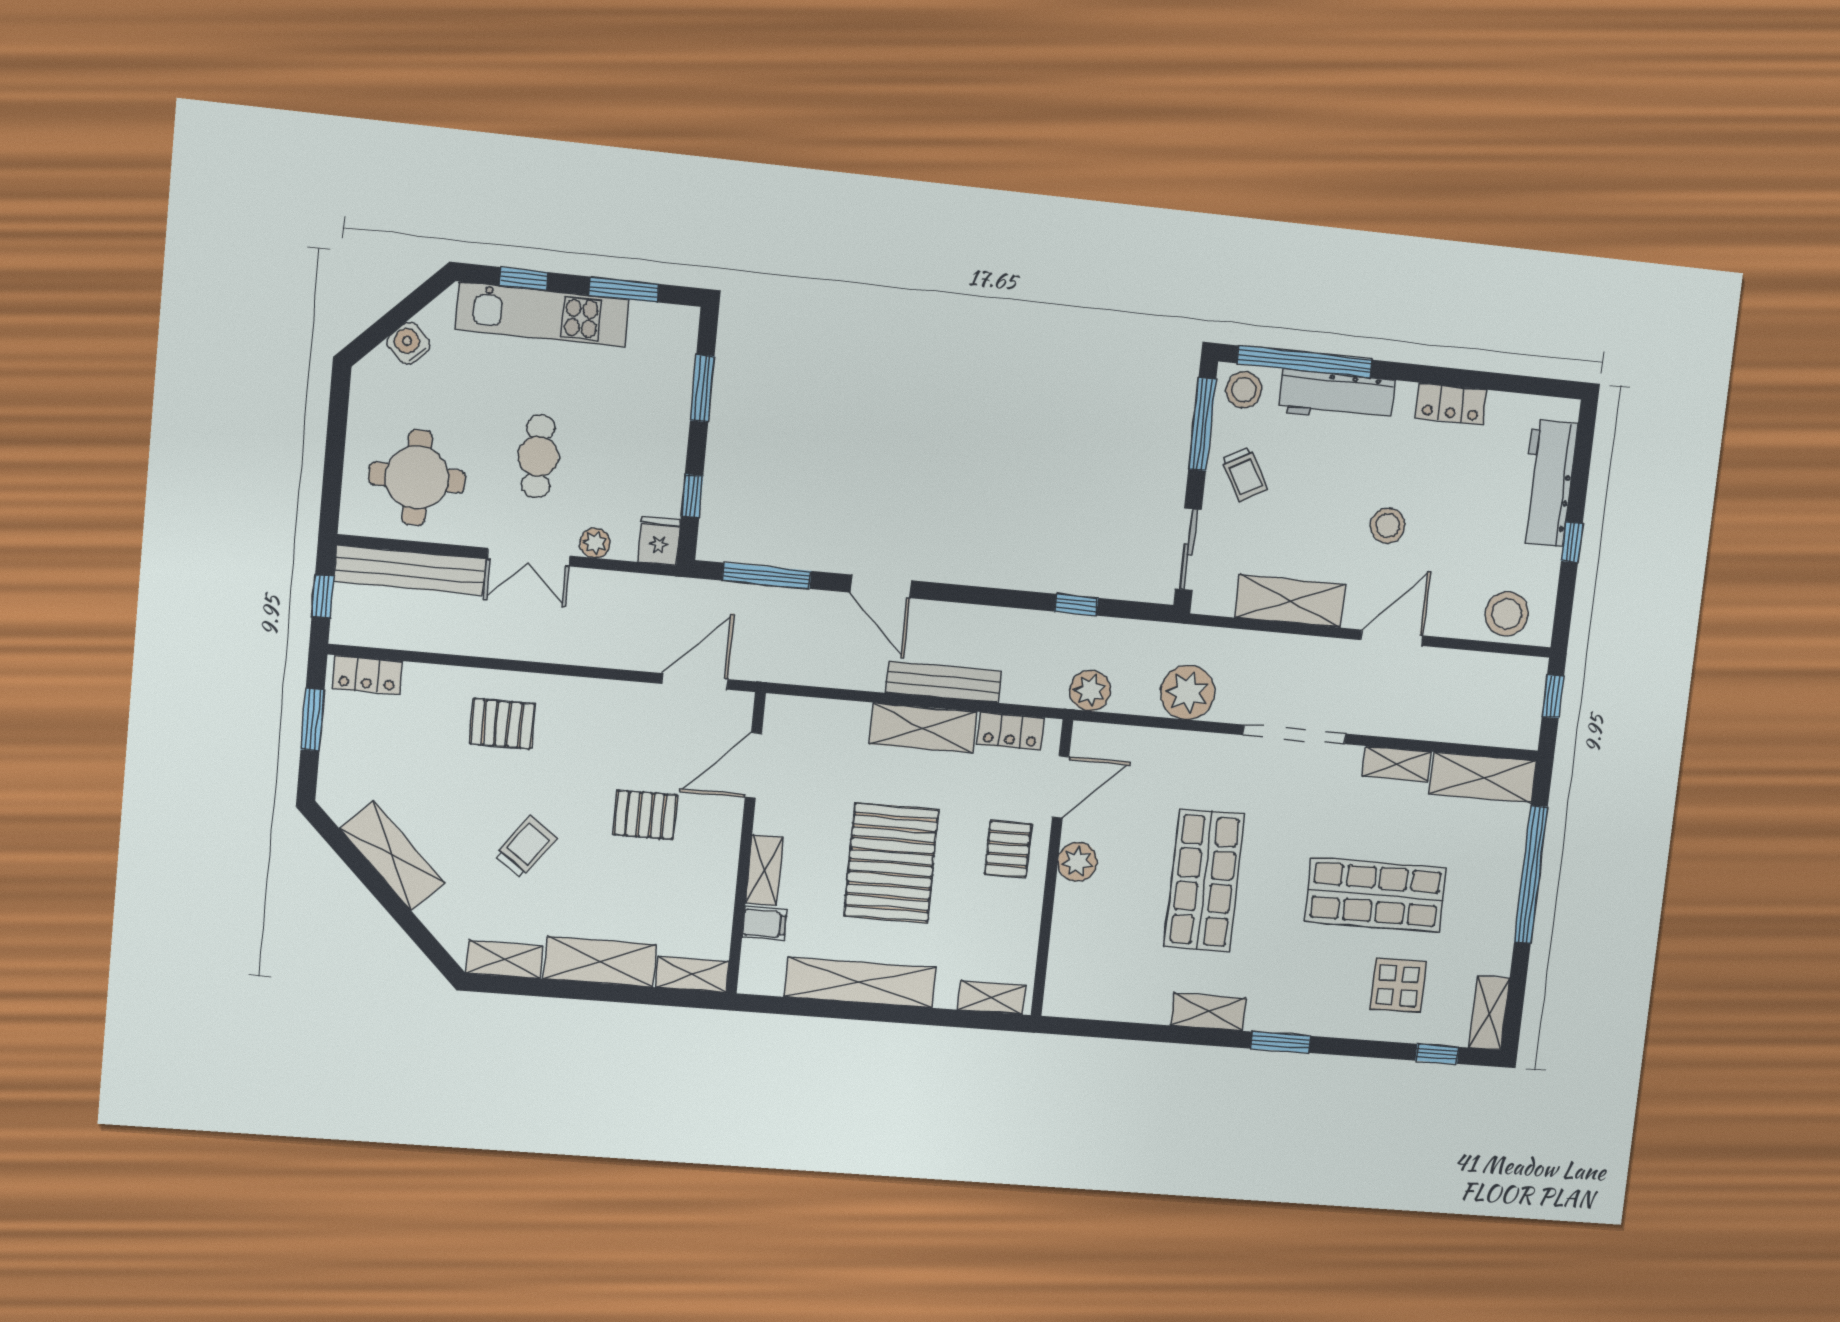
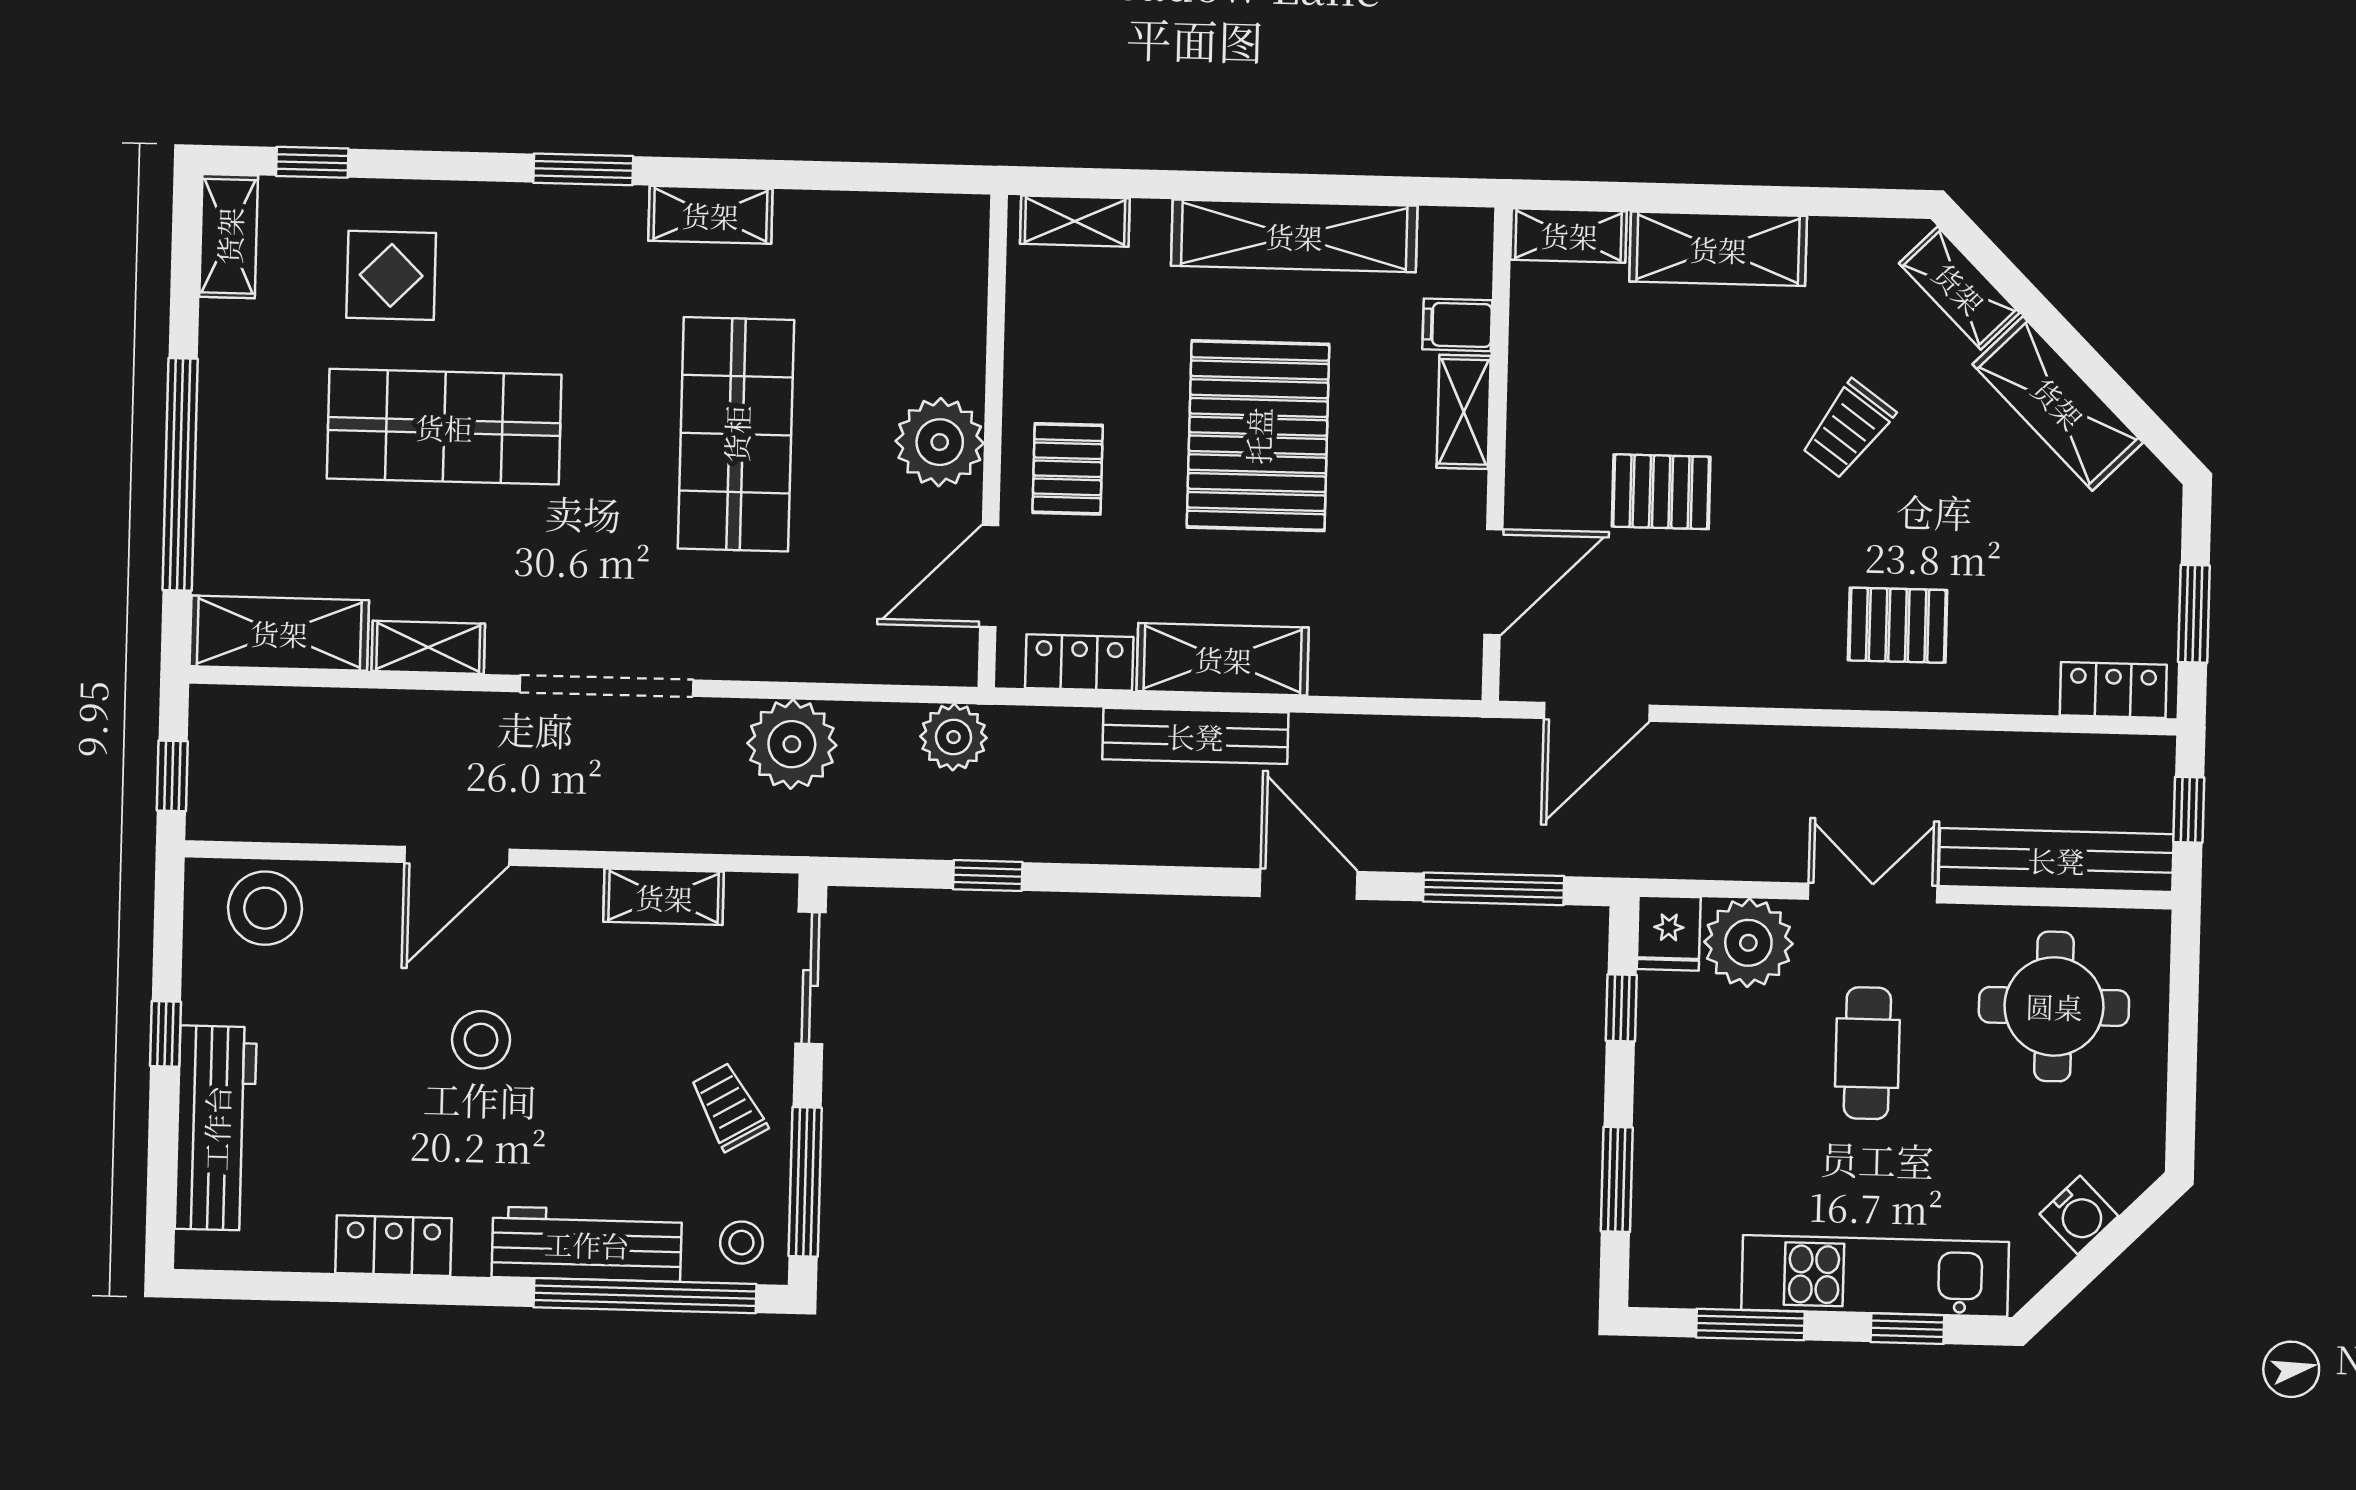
stool: (1244, 390) -> (741, 1243), width x0.73, depth x0.73
plant: (595, 543) -> (1748, 943), width x1.87, depth x1.87
shelving: (1290, 601) -> (664, 897), width x0.67, depth x0.75
plant: (1077, 862) -> (940, 442), width x1.36, depth x1.36
shelving: (505, 960) -> (1959, 288), moved, turned 45

